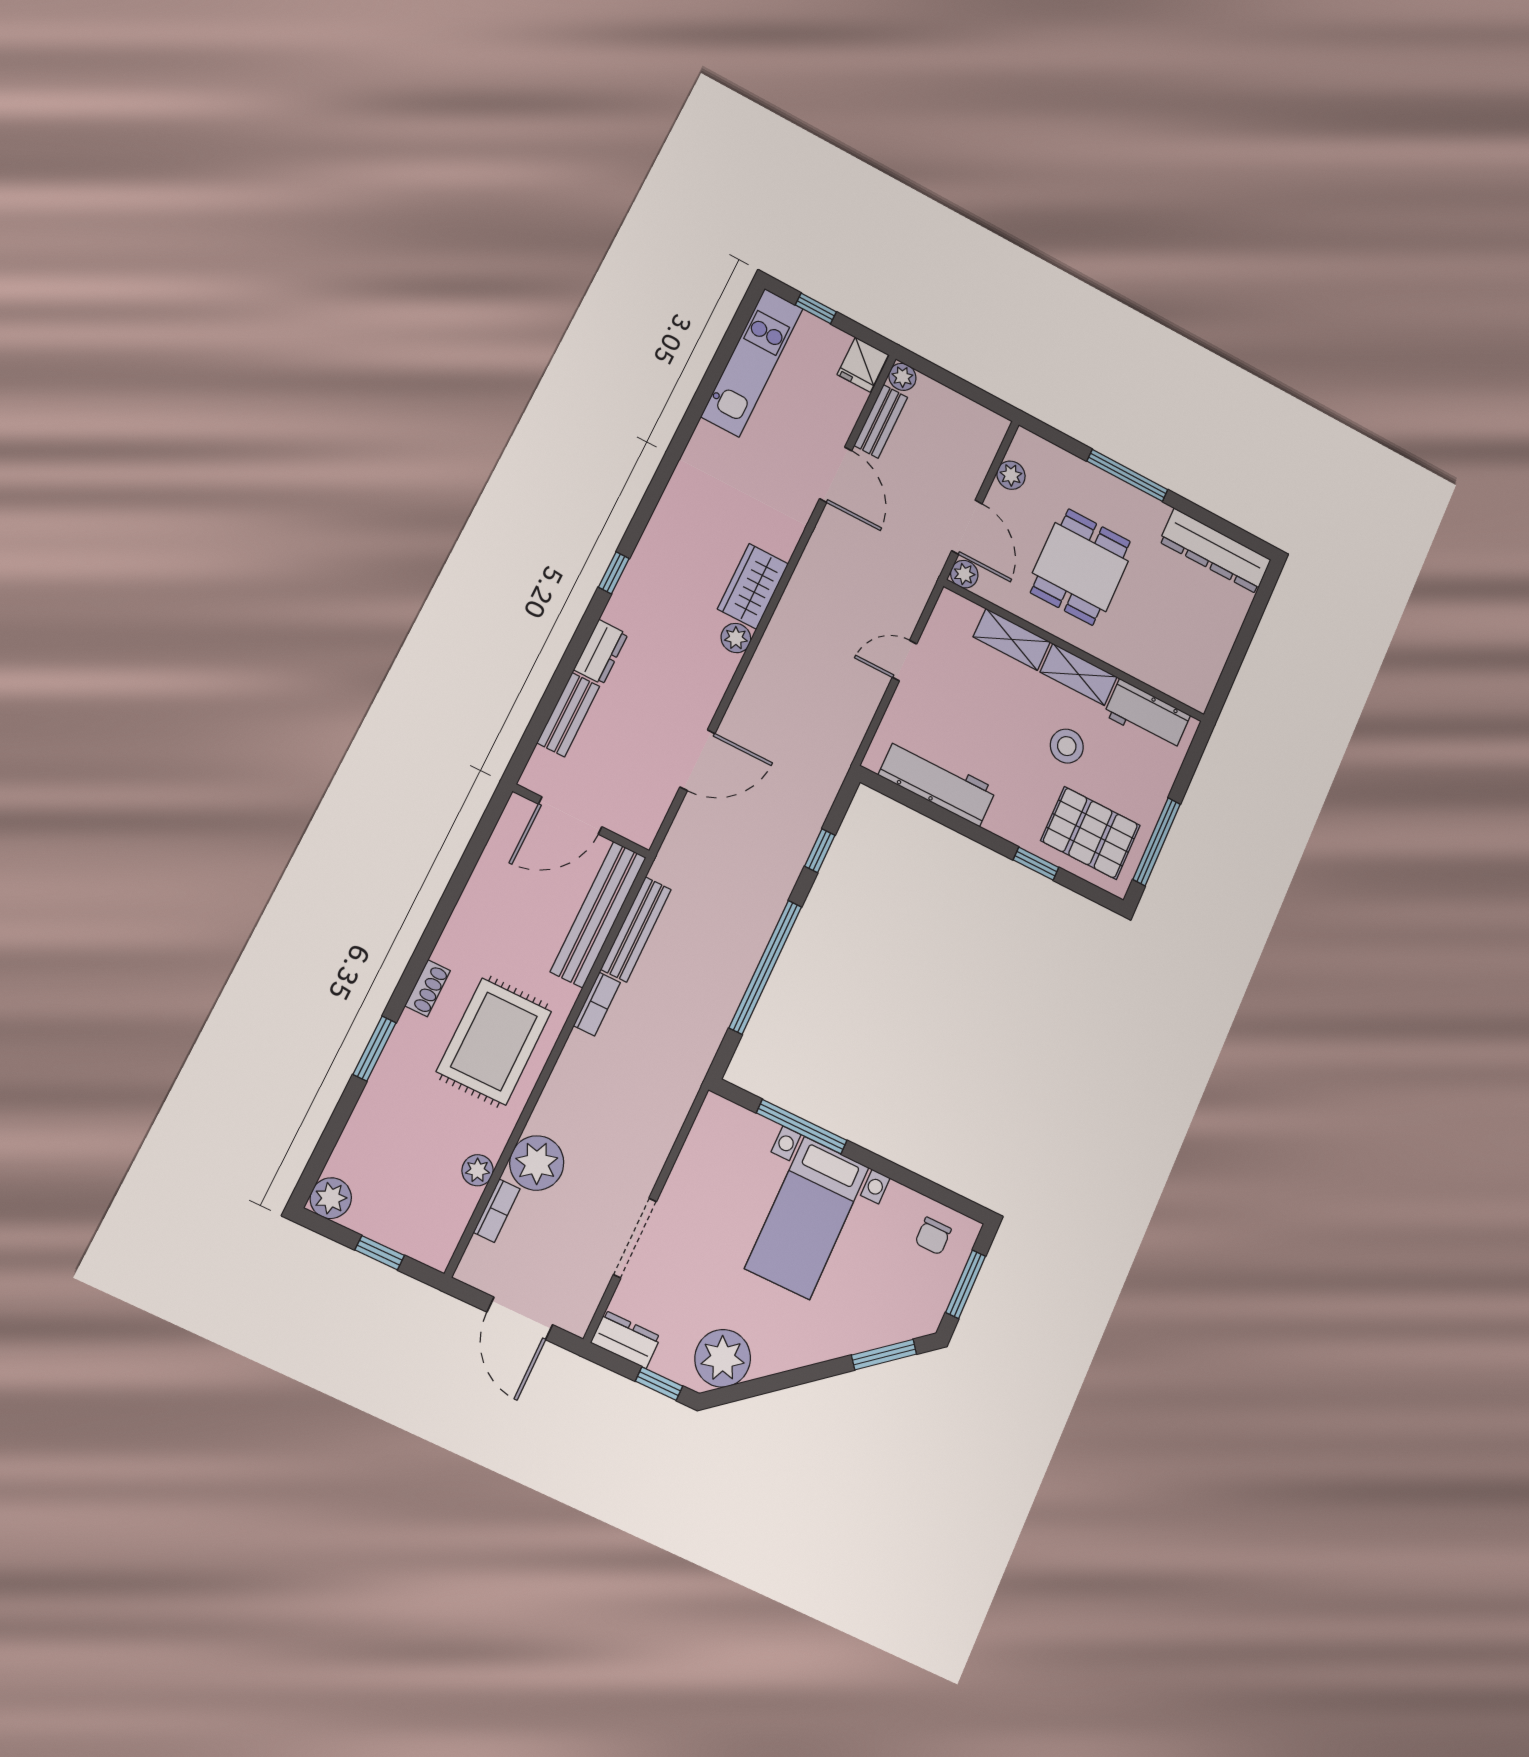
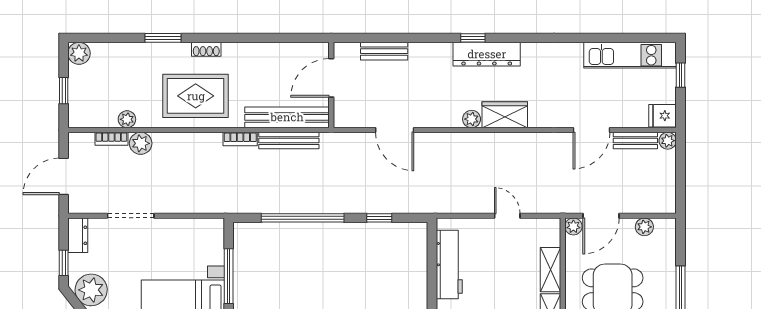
dresser: (601, 652) -> (487, 54), moved, width x1.96, depth x1.24
door: (570, 816) -> (331, 78), hinge flipped
plant: (537, 1163) -> (141, 143), width x0.73, depth x0.73

